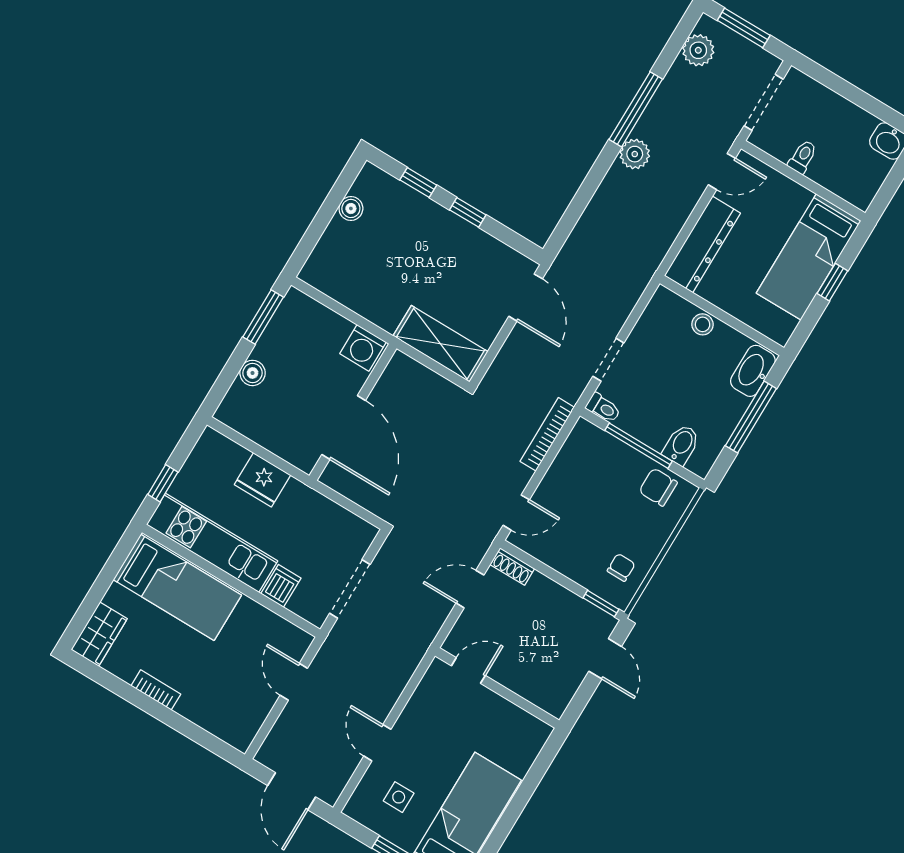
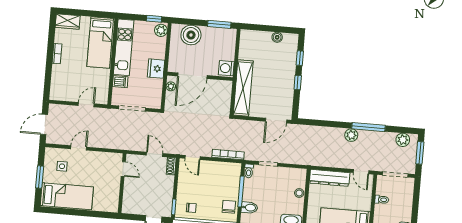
shelving: (440, 344) -> (243, 88), width x1.47
boiler: (253, 373) -> (191, 35), width x1.86, depth x1.86
plant: (215, 446) -> (161, 30), added
fridge: (262, 480) -> (156, 69), moved
window: (163, 483) -> (154, 19), moved
plant: (344, 484) -> (171, 86), added

